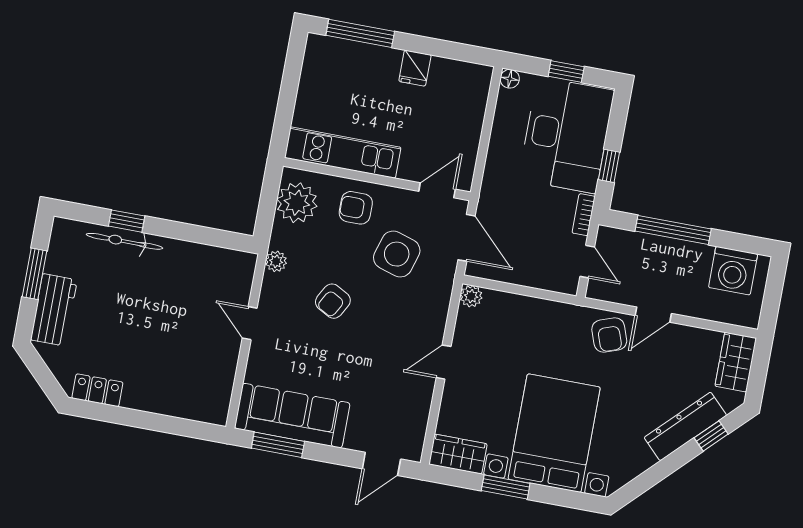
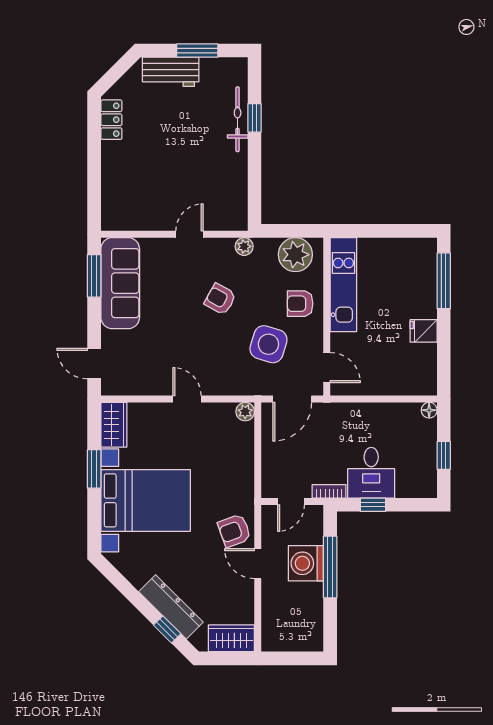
desk: (566, 135) -> (371, 473), width x0.53, depth x0.77
armchair: (356, 208) -> (300, 304), turned -90
washing machine: (733, 271) -> (306, 563), moved

